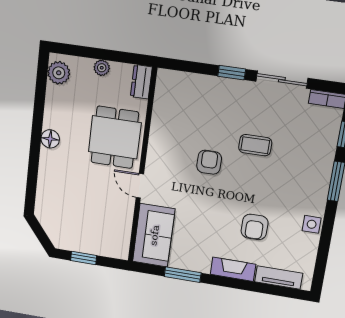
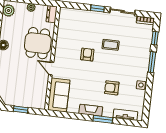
armchair: (254, 227) -> (112, 88), turned 90
fireplace: (233, 269) -> (91, 110), moved
window: (183, 275) -> (103, 119), moved

